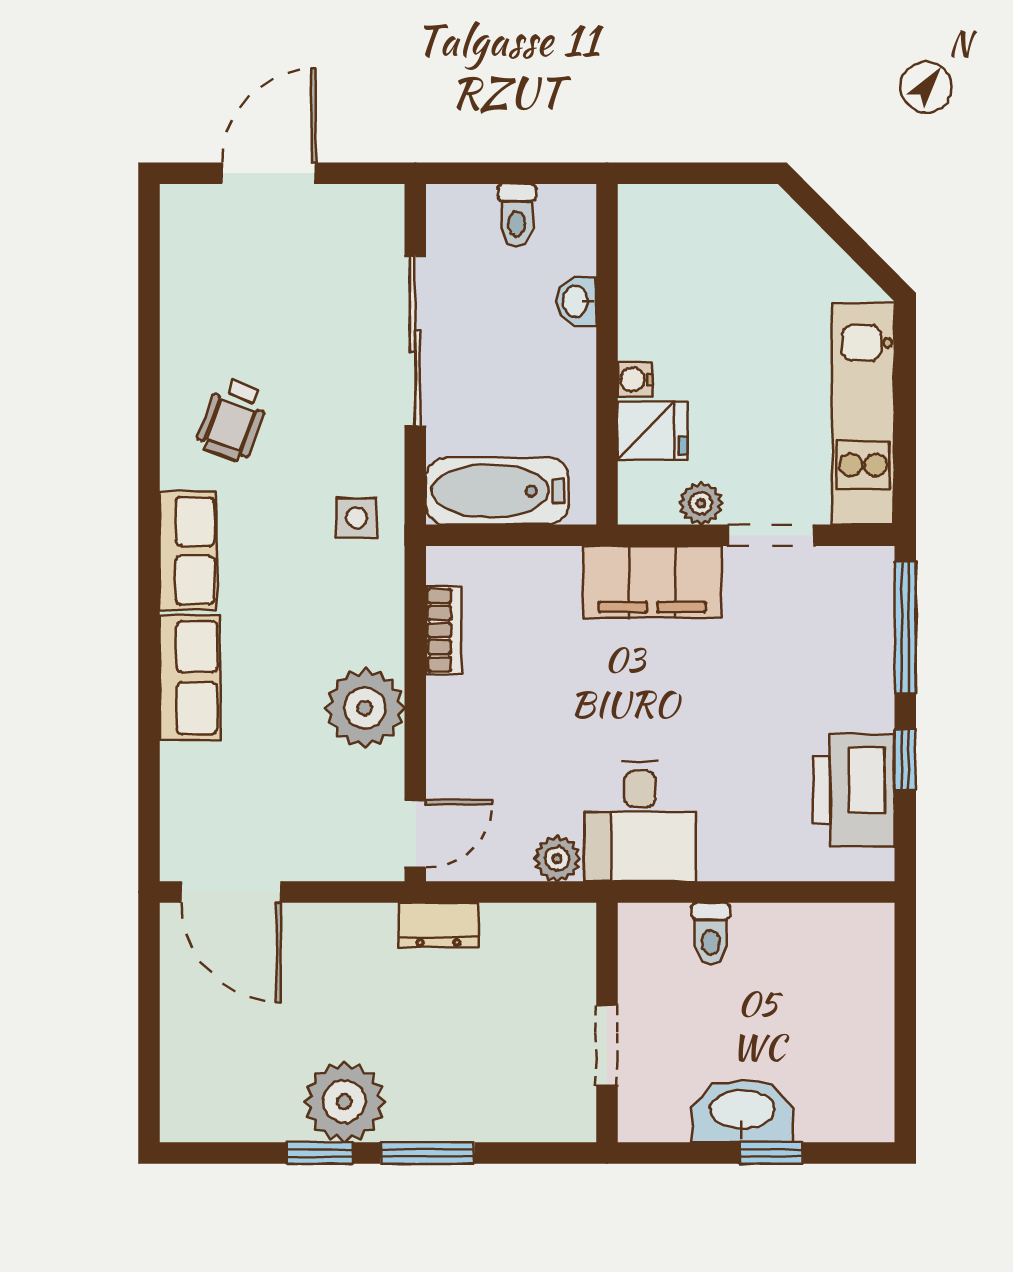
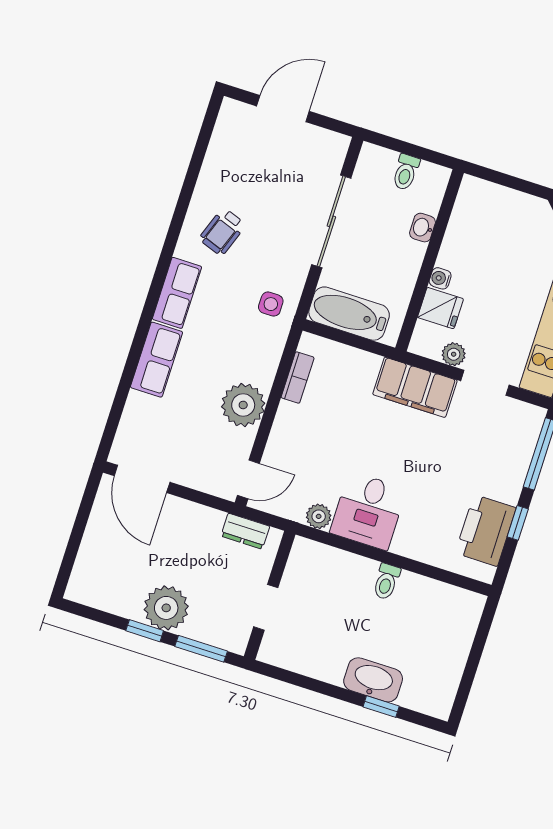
wall: (607, 1022) -> (270, 595), moved
doorway: (607, 1045) -> (266, 607), moved

